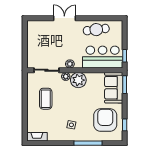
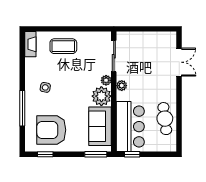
double door: (64, 18) -> (179, 62), moved
sofa: (114, 88) -> (100, 126), moved, turned -90
coffee table: (46, 99) -> (63, 46), moved
armchair: (105, 120) -> (51, 130), turned 180

